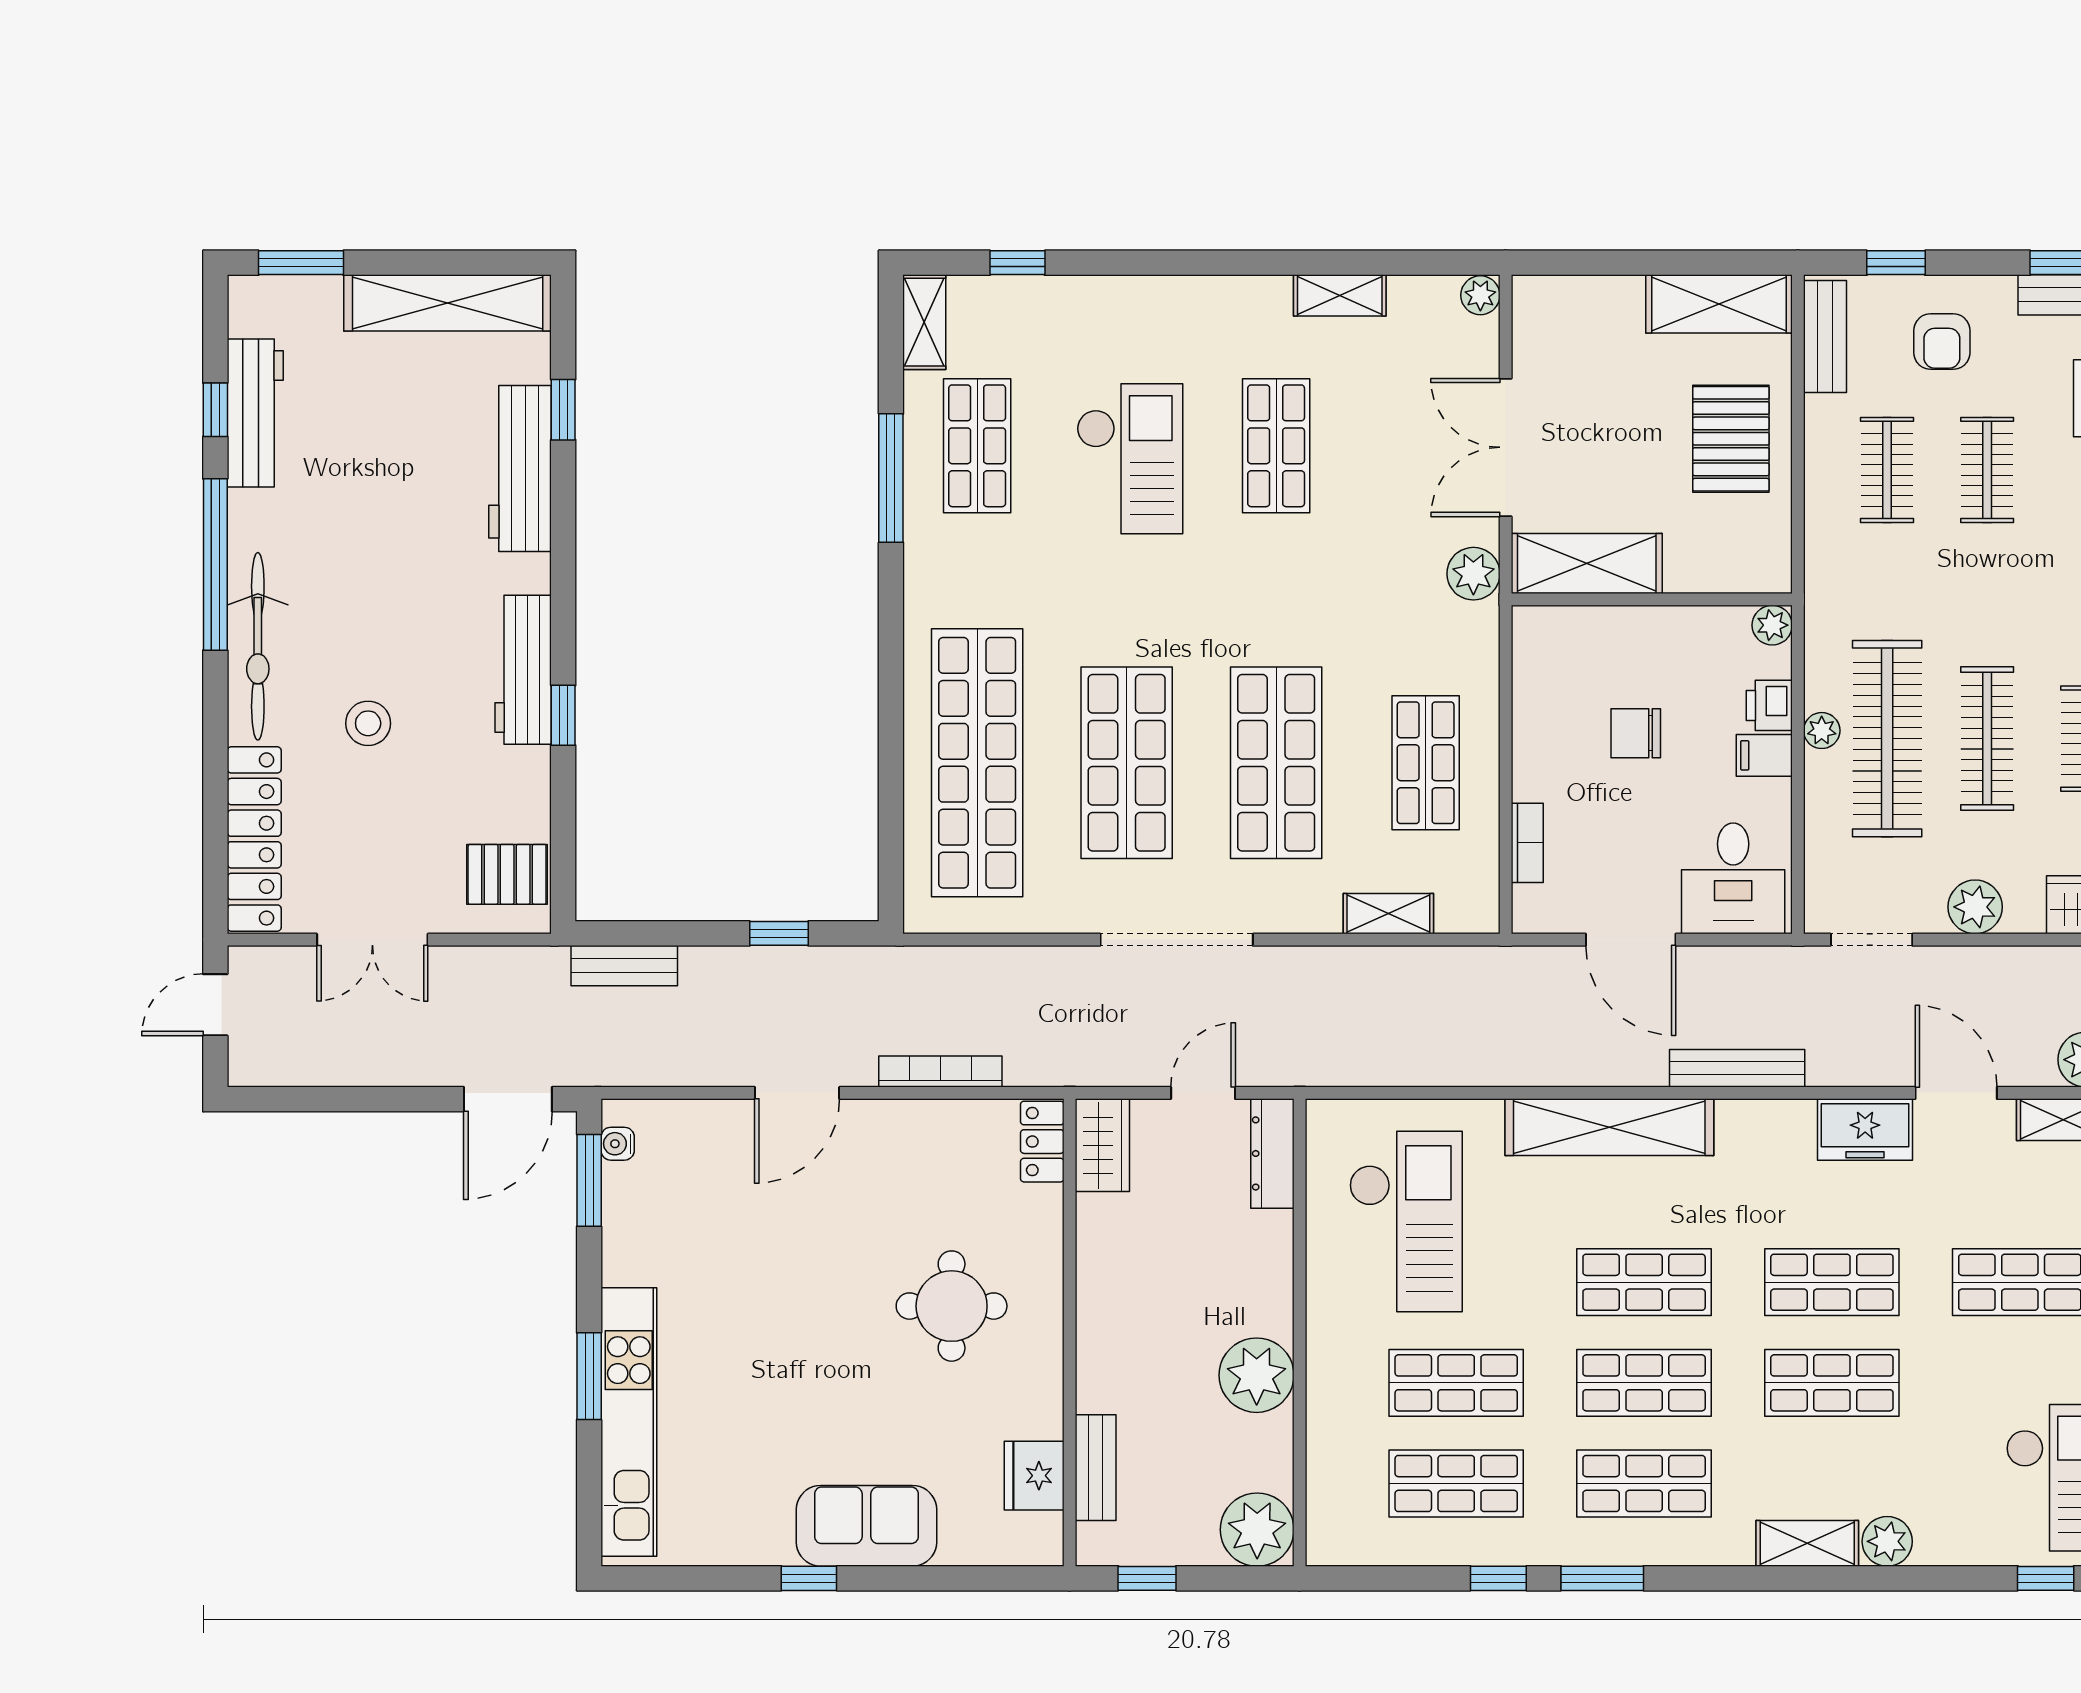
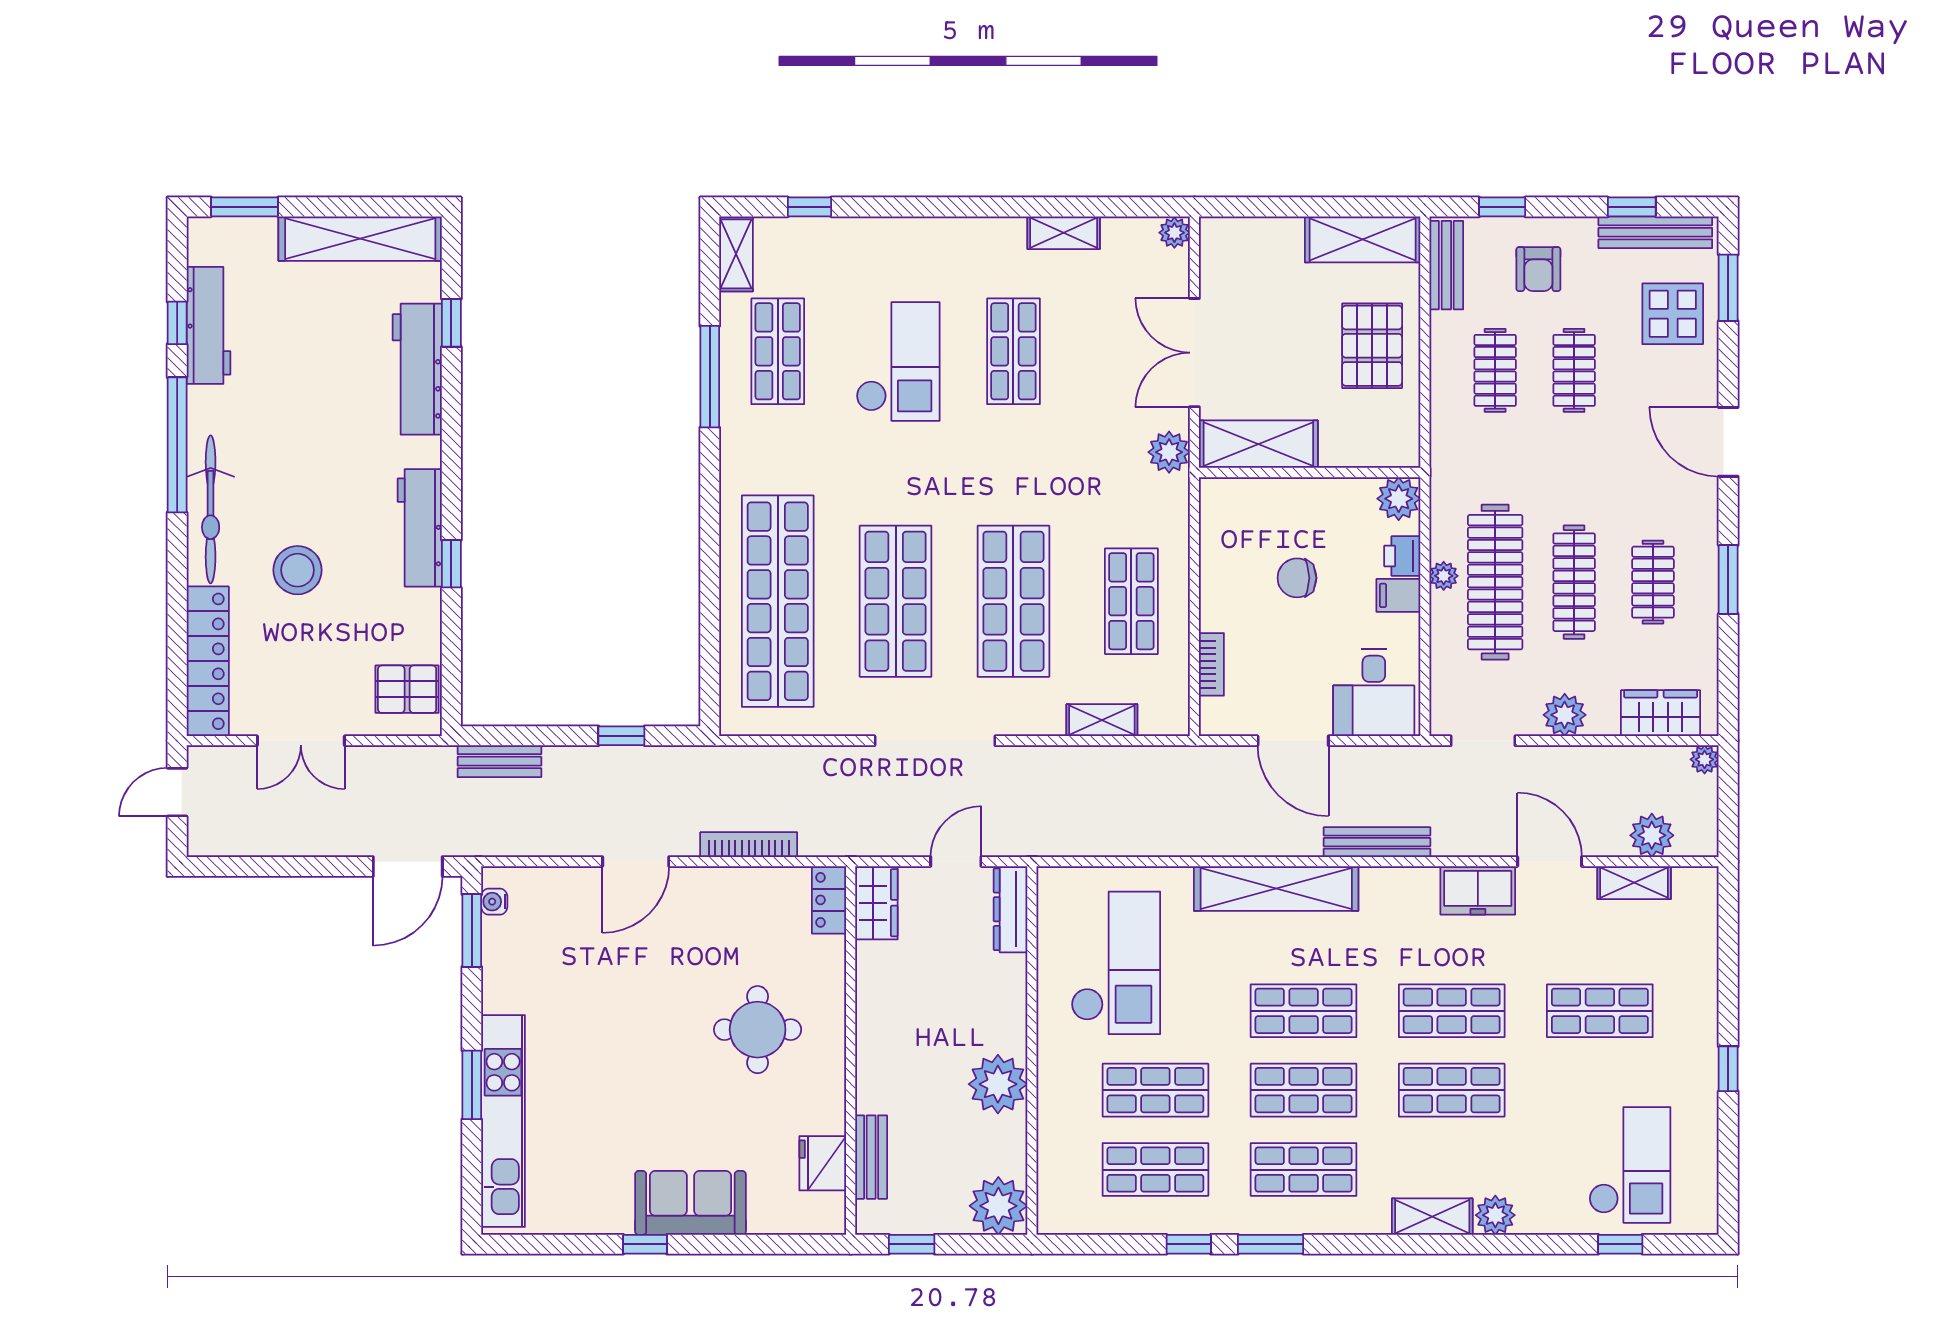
plant: (1772, 625) -> (1399, 499), width x1.38, depth x1.38
stool: (368, 723) -> (297, 570), width x1.38, depth x1.38

